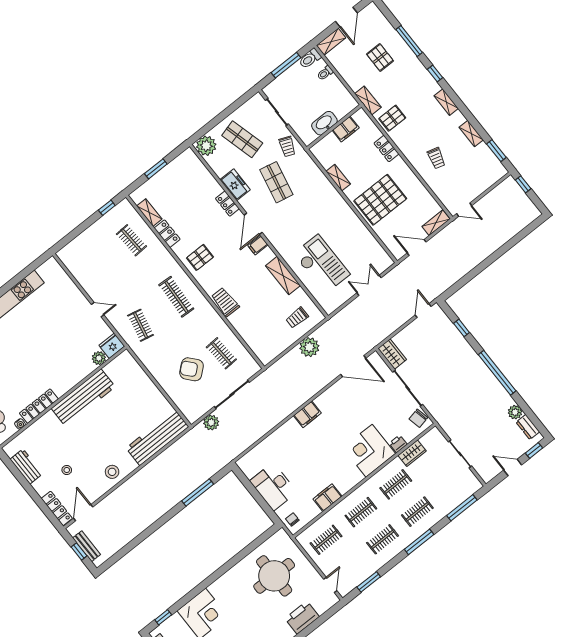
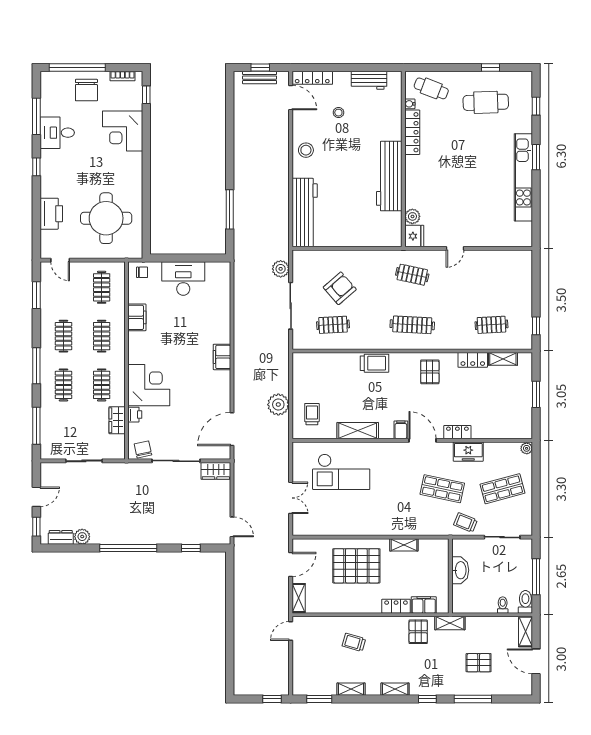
filing cabinet: (346, 129) -> (424, 605), moved, turned 90
plant: (206, 146) -> (527, 448), width x0.53, depth x0.53
pallet: (380, 200) -> (356, 566), turned 90

